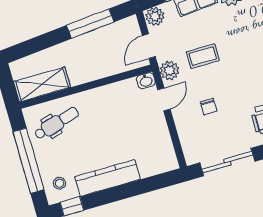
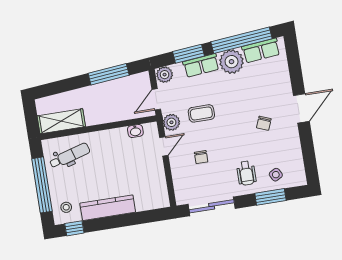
washbasin: (146, 81) -> (135, 131), moved

